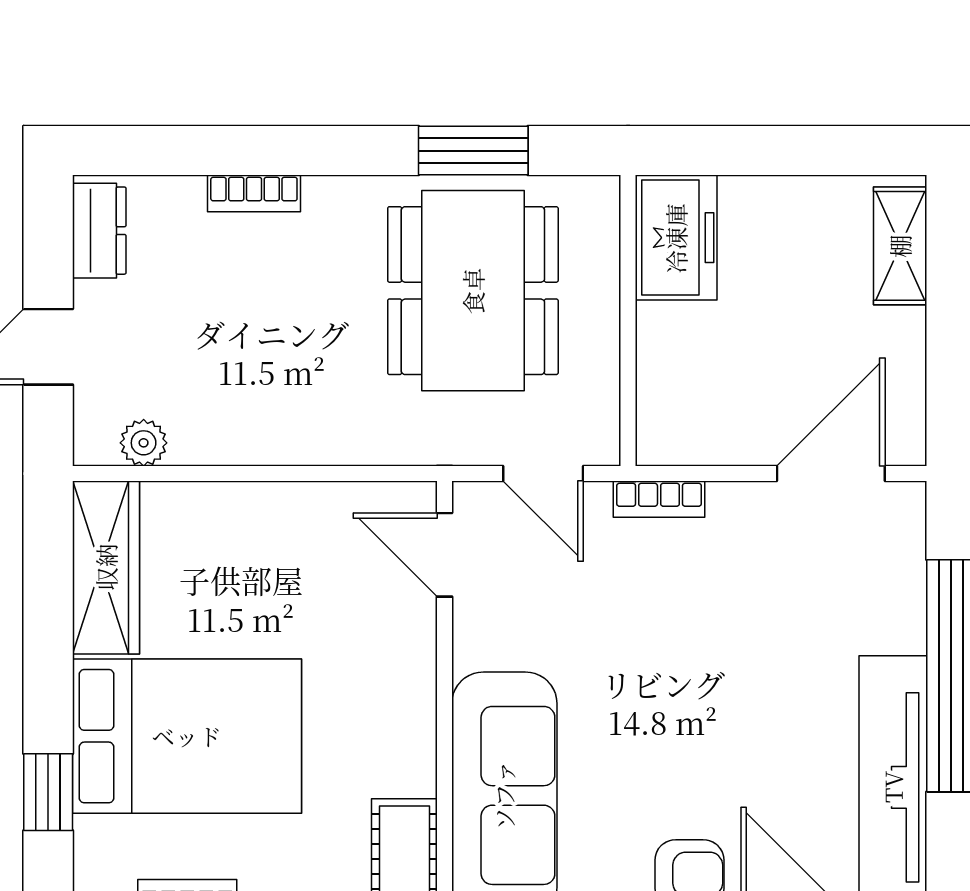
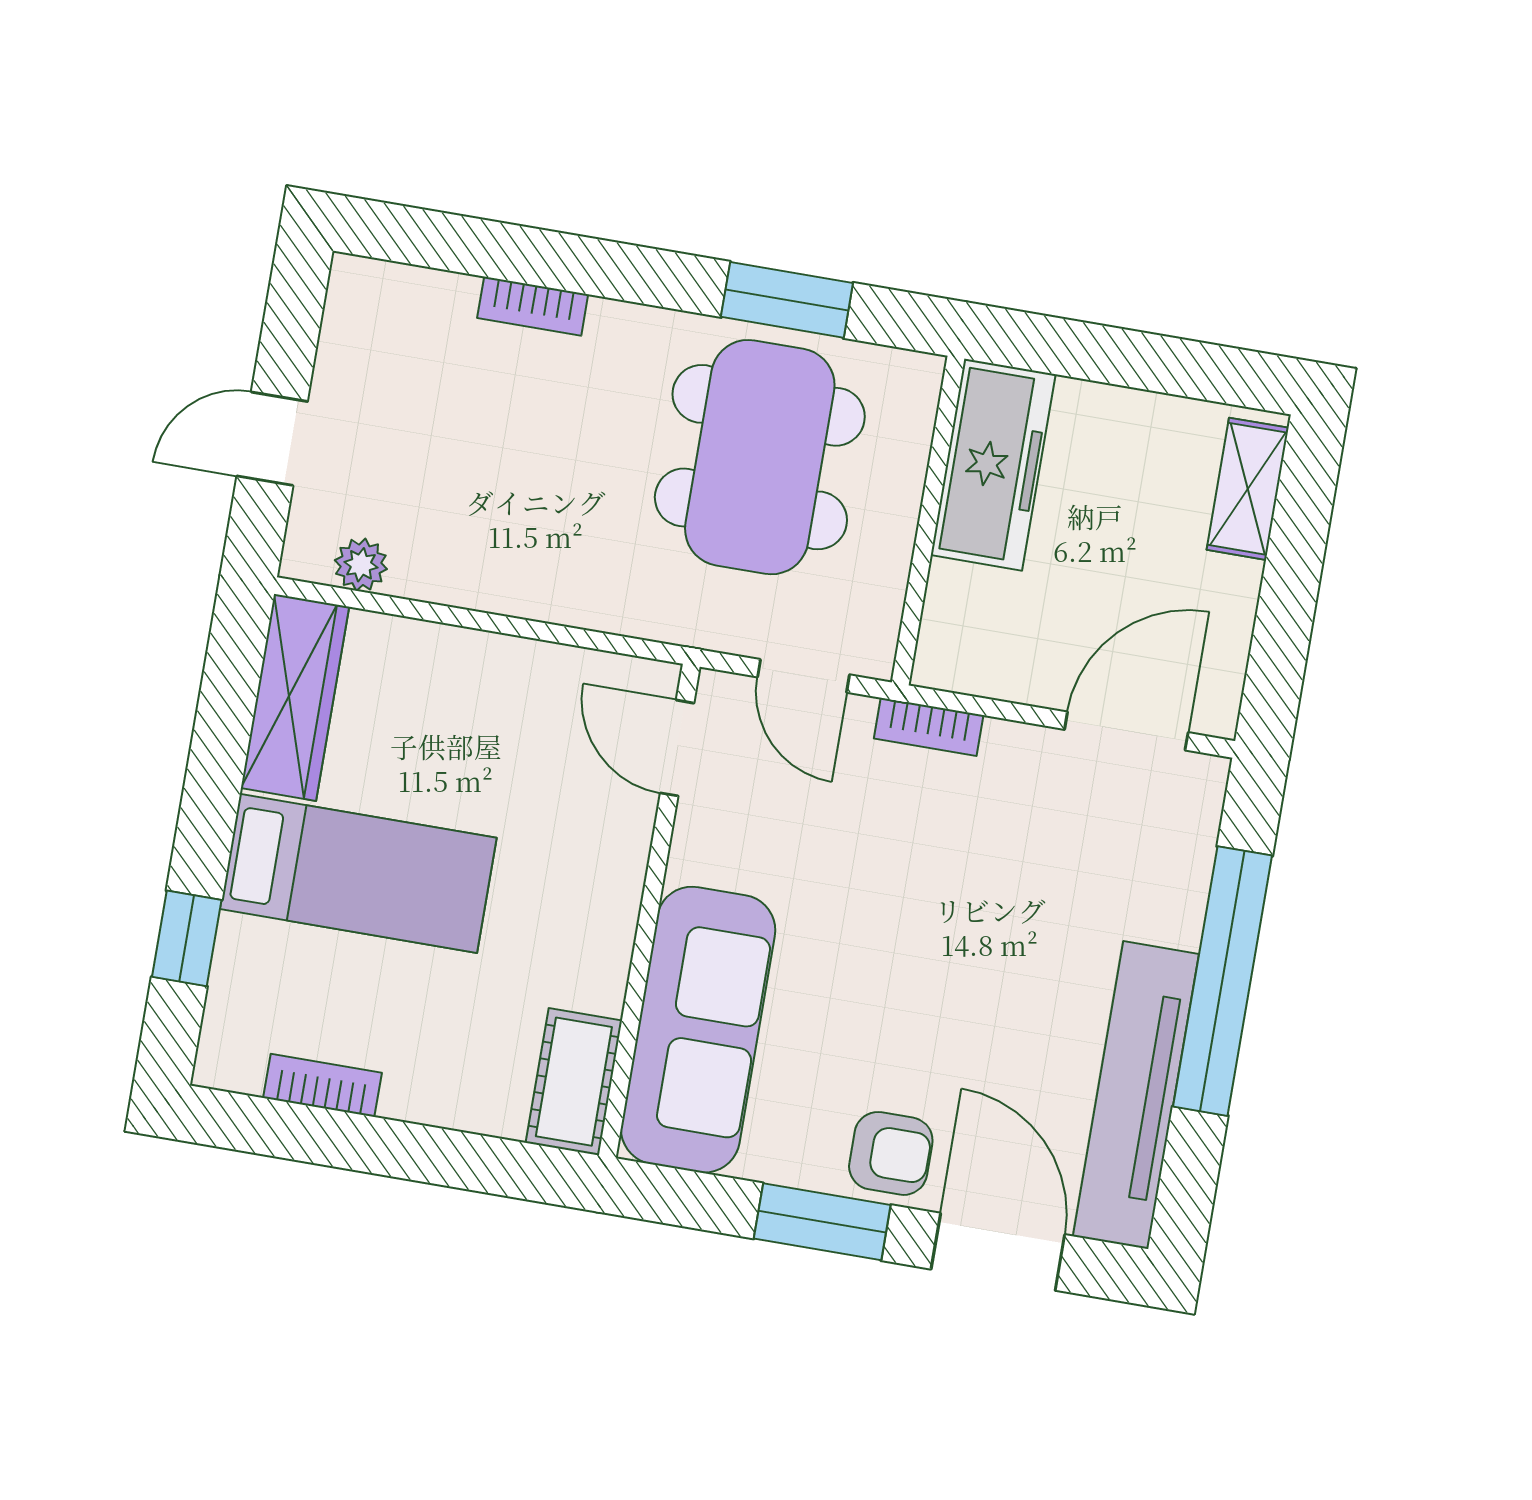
dresser: (99, 231) -> (352, 318), removed
freezer: (676, 238) -> (993, 465), width x1.40
bed: (187, 736) -> (358, 873), width x0.67

